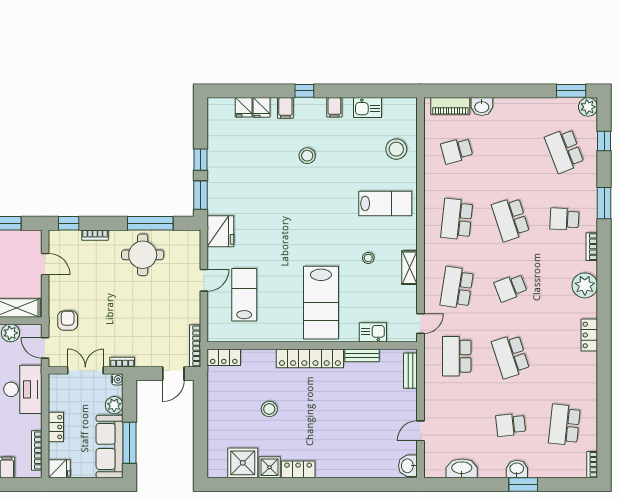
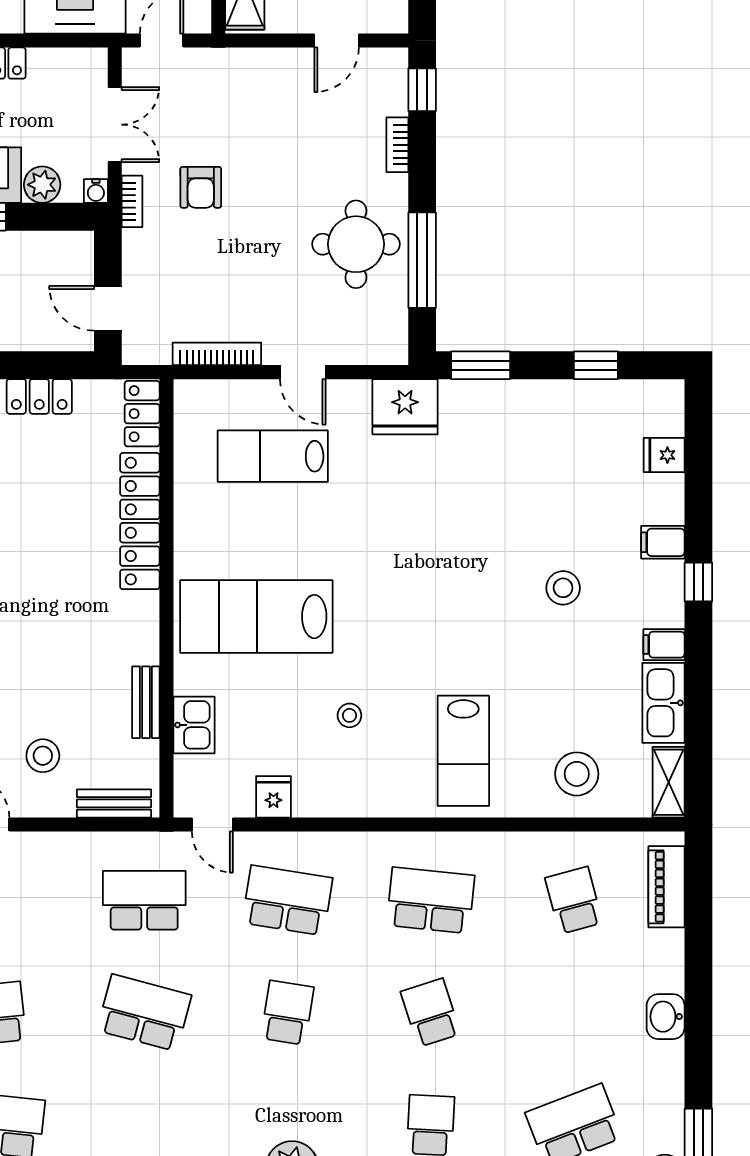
fridge: (261, 107) -> (273, 797), moved, turned 90
washbasin: (482, 107) -> (666, 1017), moved
kitchen sink: (367, 108) -> (663, 703), width x1.38
window: (201, 160) -> (596, 365), moved
school desk: (511, 219) -> (431, 1013), width x0.54
shelving: (410, 268) -> (669, 782), moved, turned 90
school desk: (511, 288) -> (287, 1013), turned 30
lab bench: (244, 295) -> (273, 456), turned 180
armchair: (68, 321) -> (201, 187), moved, turned 90
bookcase: (195, 346) -> (217, 354), moved
school desk: (511, 356) -> (144, 1013), turned 33
locker: (310, 358) -> (140, 521), moved
locker: (216, 406) -> (39, 396), added
stool: (269, 409) -> (43, 756), moved

